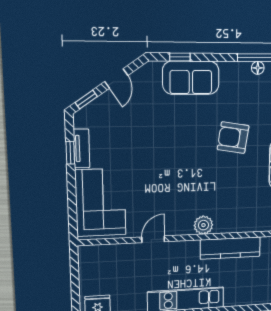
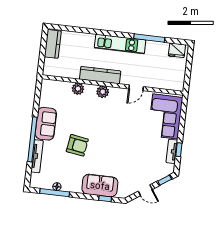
door: (116, 79) -> (145, 190), swing flipped
plant: (241, 224) -> (78, 89), added
kitchen counter: (230, 248) -> (100, 75), moved

